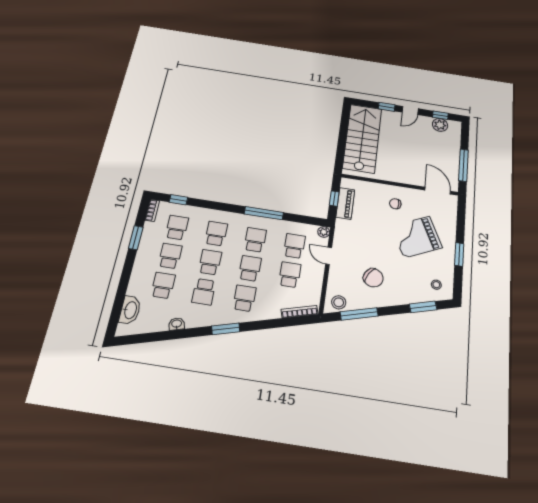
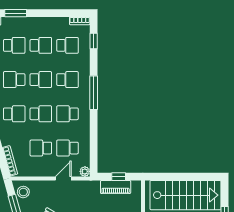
window: (264, 213) -> (94, 93), moved
window: (136, 238) -> (16, 13), moved
school desk: (255, 240) -> (67, 114), turned 180
school desk: (294, 246) -> (67, 148), turned 180
school desk: (290, 275) -> (41, 148), turned 180

